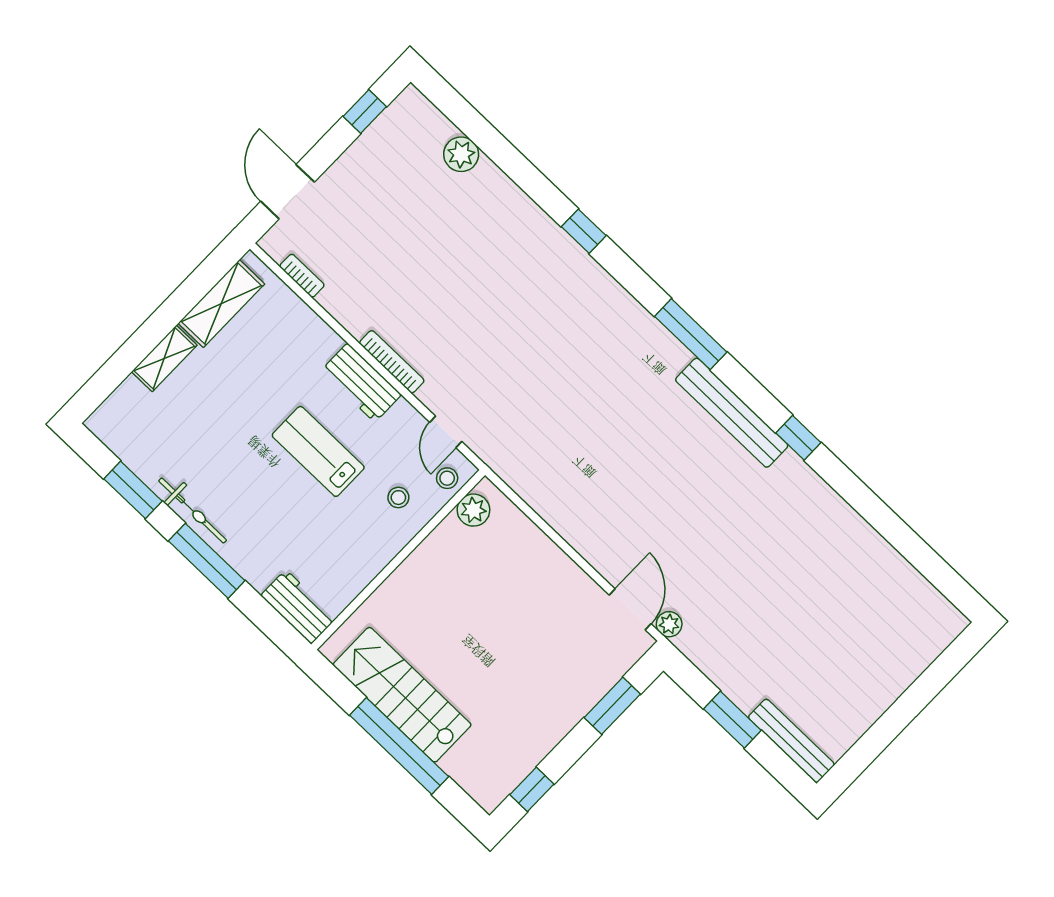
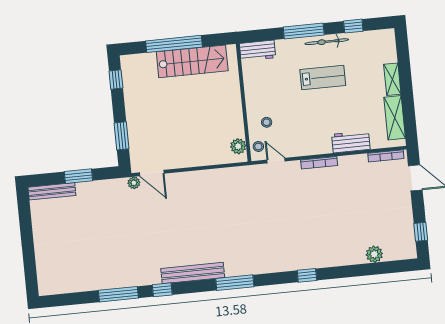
bookcase: (302, 276) -> (386, 156), width x1.56
workbench: (361, 383) -> (351, 142), moved
lab bench: (318, 451) -> (323, 77), moved
window: (133, 490) -> (353, 26), width x0.67
window: (863, 500) -> (118, 294), added

